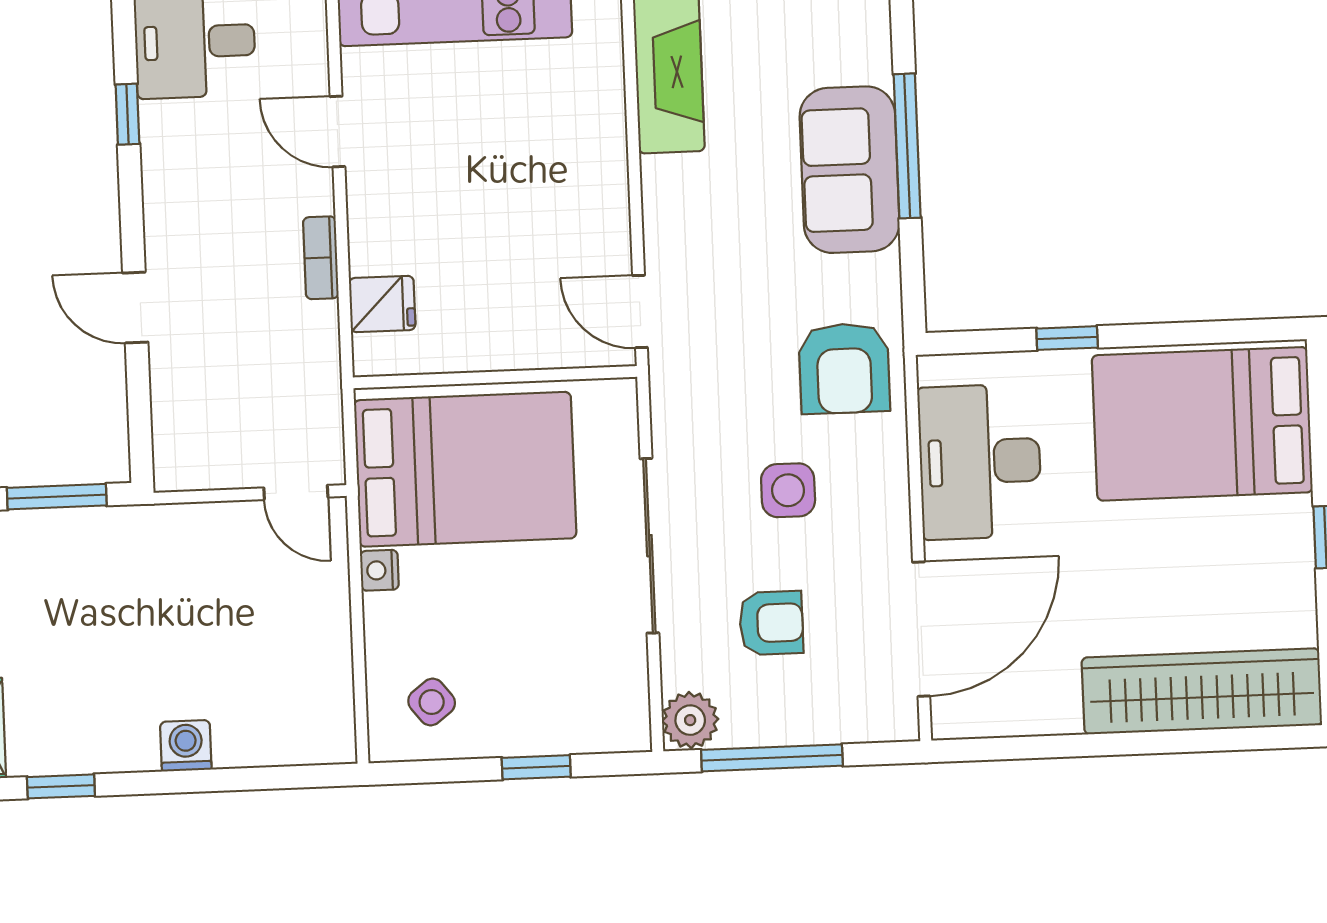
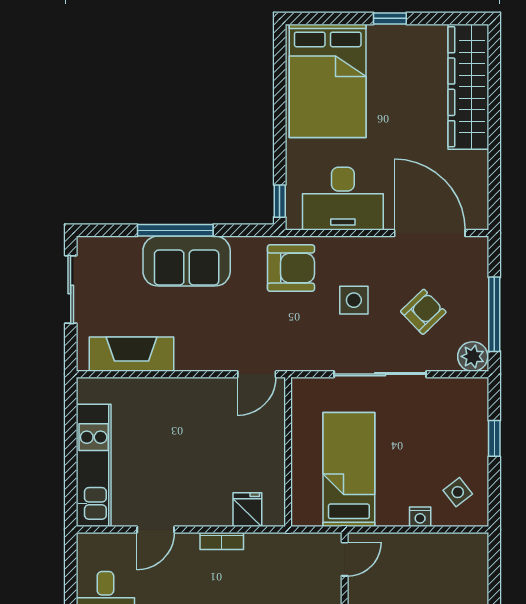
window: (1067, 338) -> (280, 201), moved
bed: (465, 469) -> (349, 470), width x0.67
nightstand: (379, 570) -> (420, 517), moved
armchair: (771, 623) -> (423, 312), turned 46

